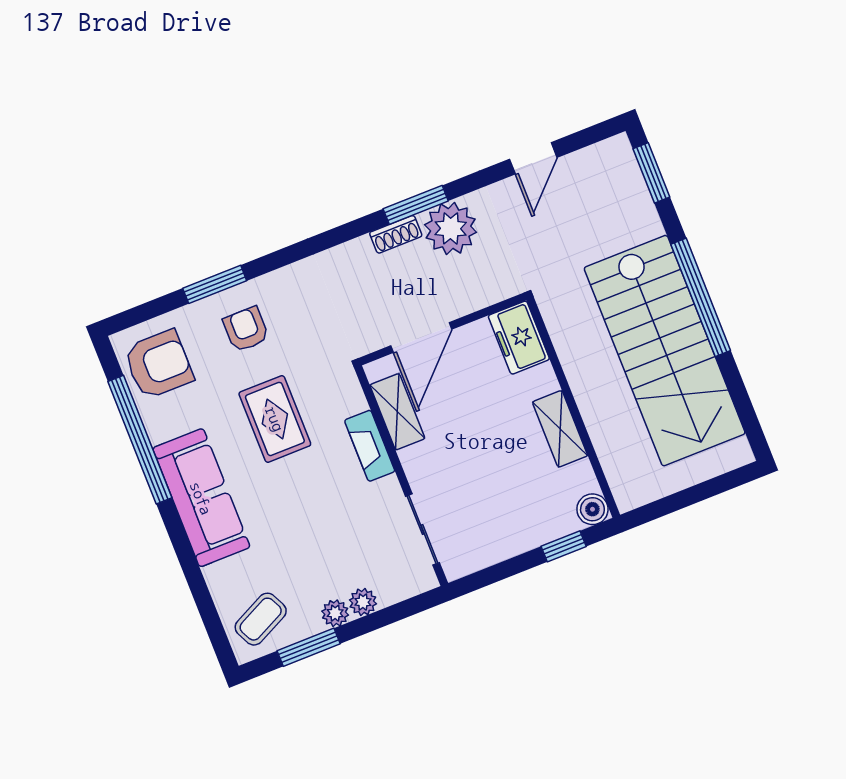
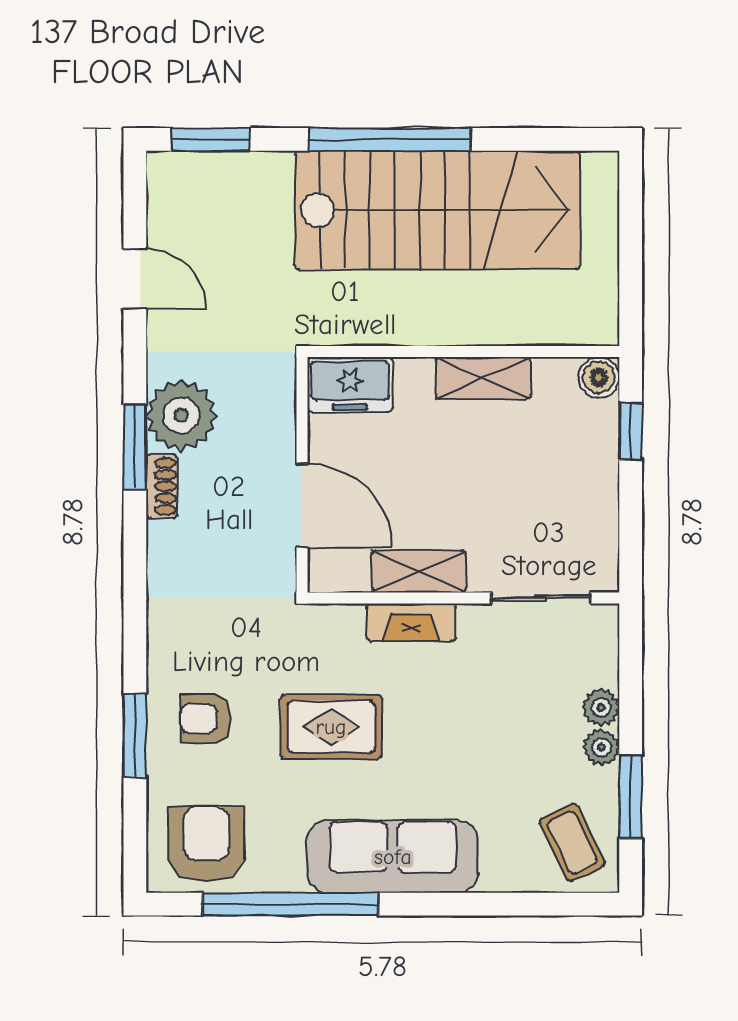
shelving: (397, 412) -> (419, 571), moved

